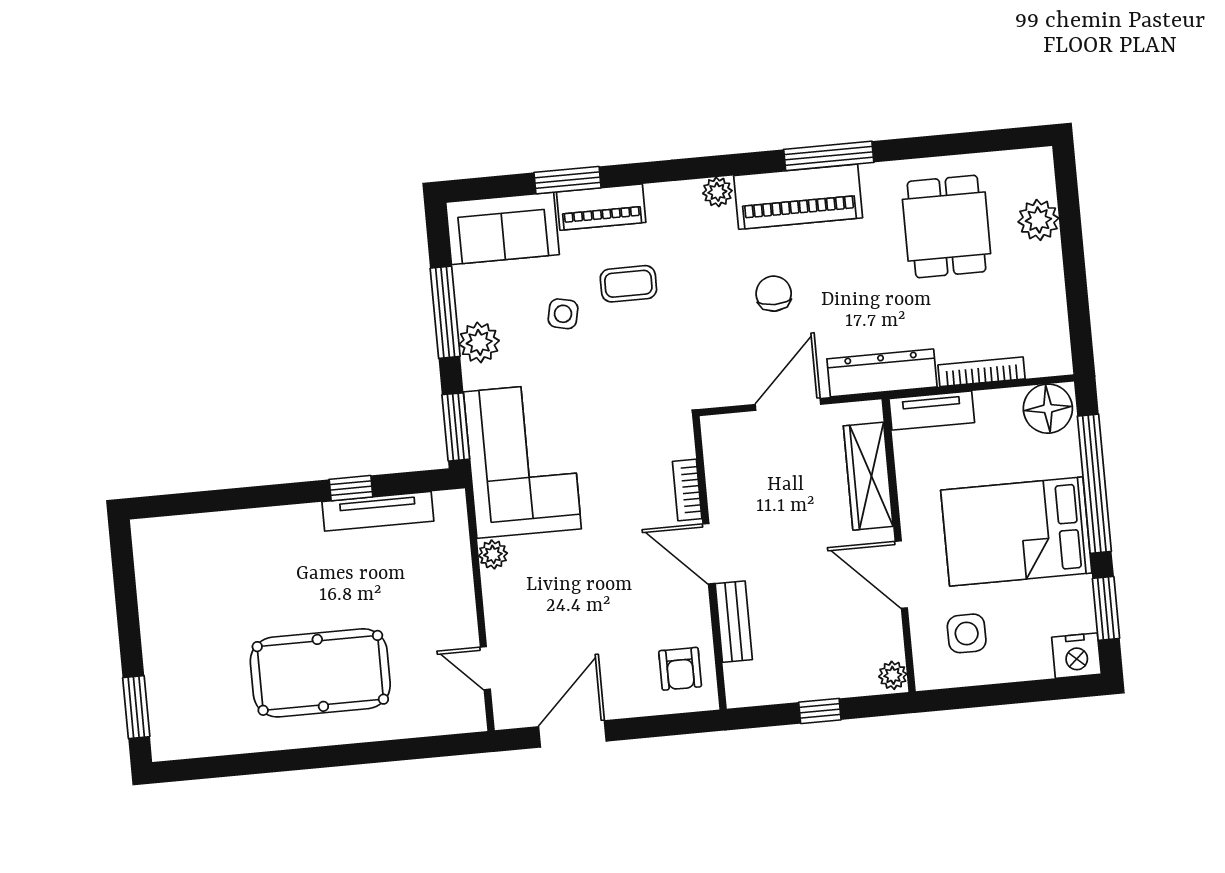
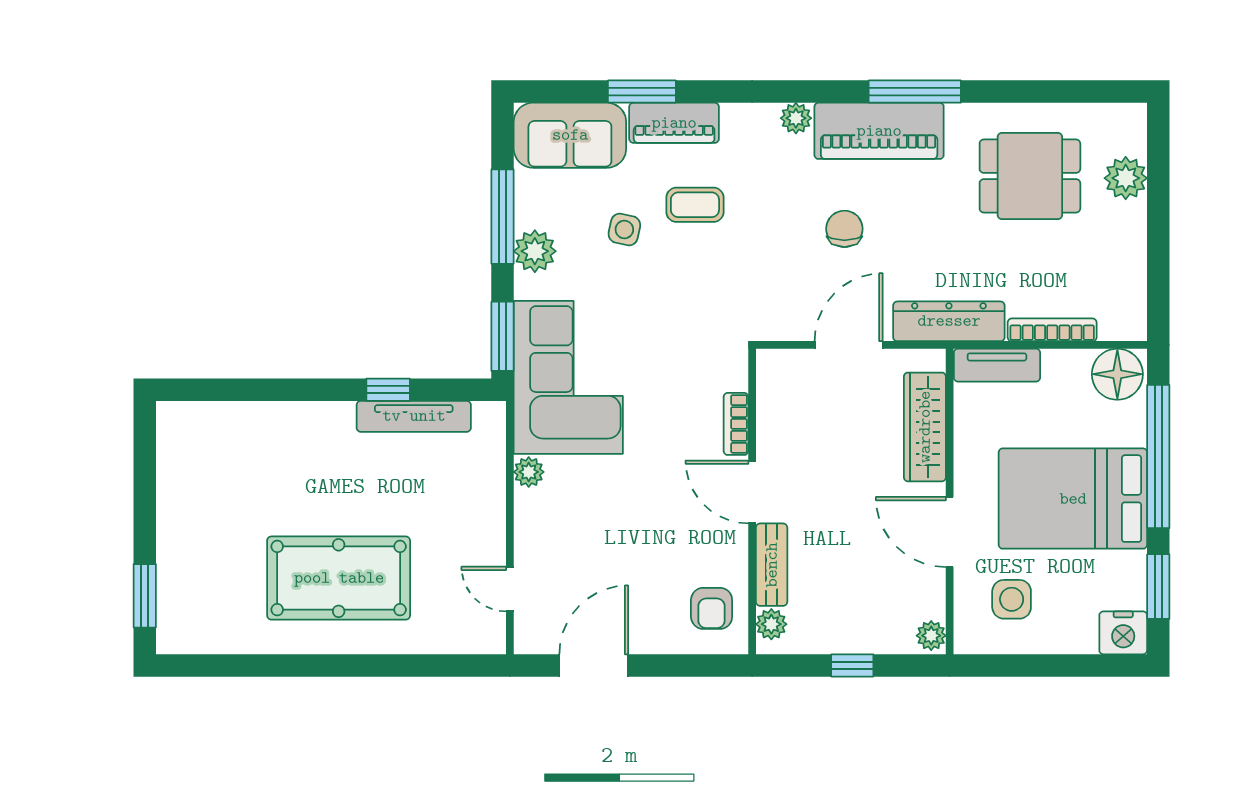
dining table: (947, 227) -> (1030, 176), turned 90
plant: (739, 679) -> (771, 624), added

